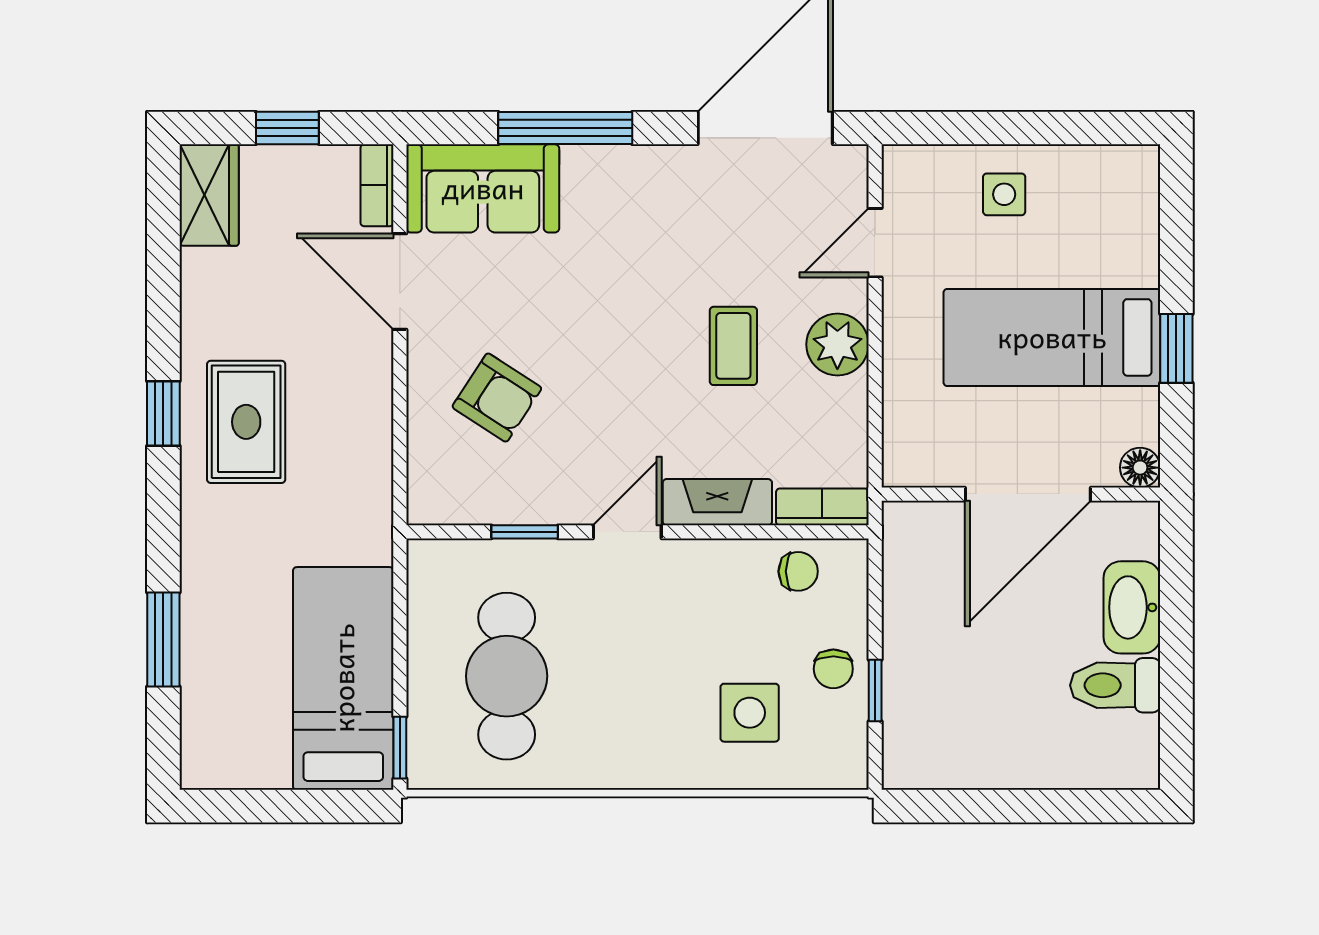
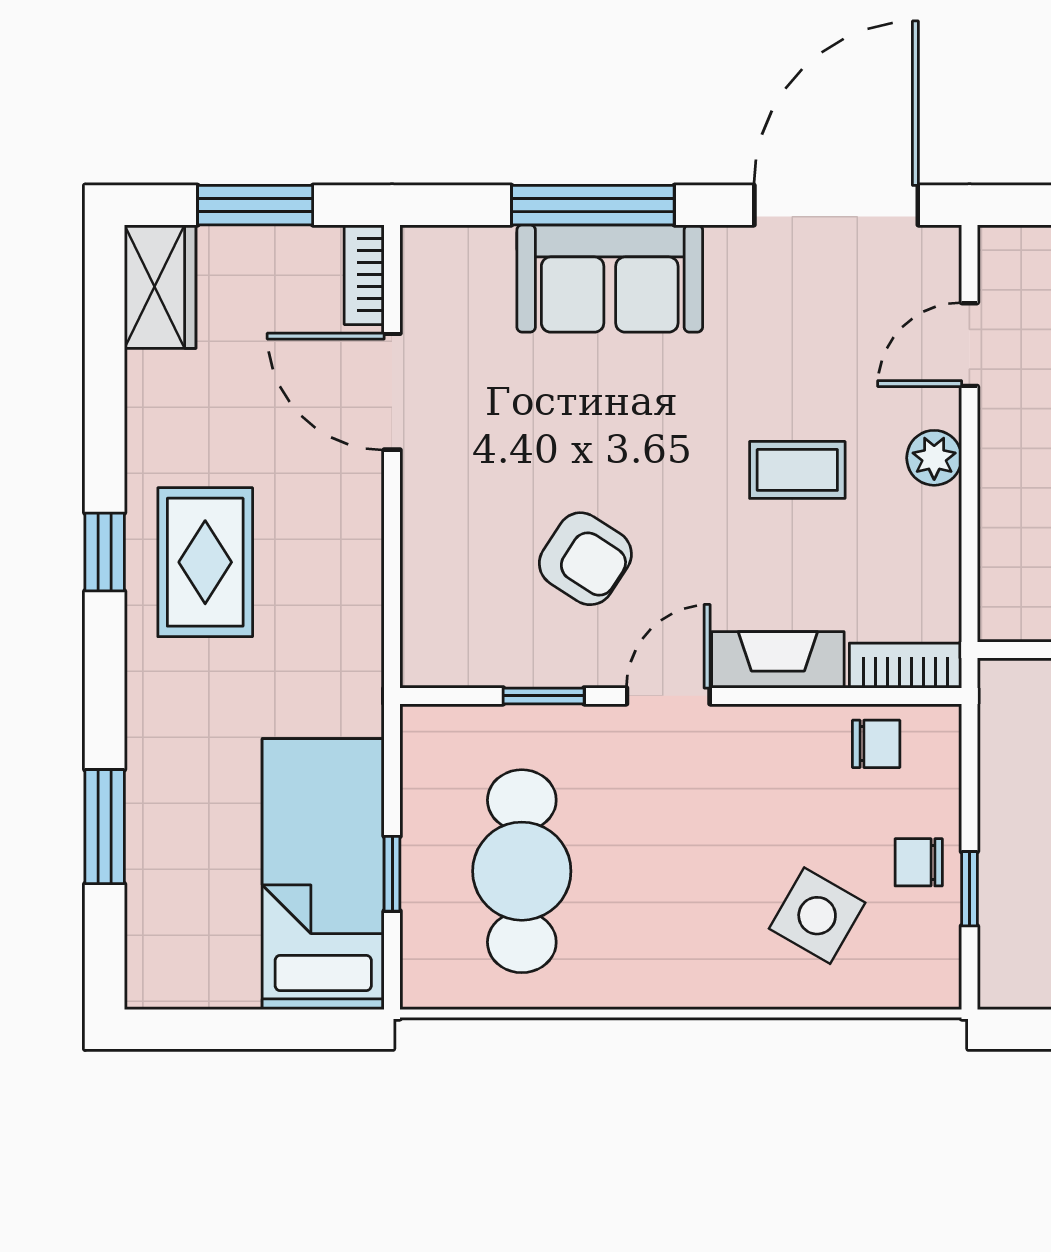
window: (287, 128) -> (255, 205), width x1.50
sofa: (483, 188) -> (610, 278), moved
plant: (837, 344) -> (934, 458), width x0.73, depth x0.73
coffee table: (733, 346) -> (797, 470), turned 90
armchair: (497, 398) -> (585, 559), moved
chair: (833, 669) -> (919, 862), turned 90
side table: (750, 713) -> (817, 916), turned 30
window: (400, 748) -> (392, 874), moved

